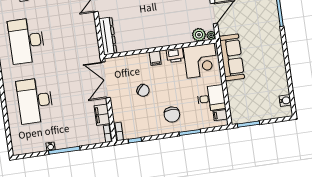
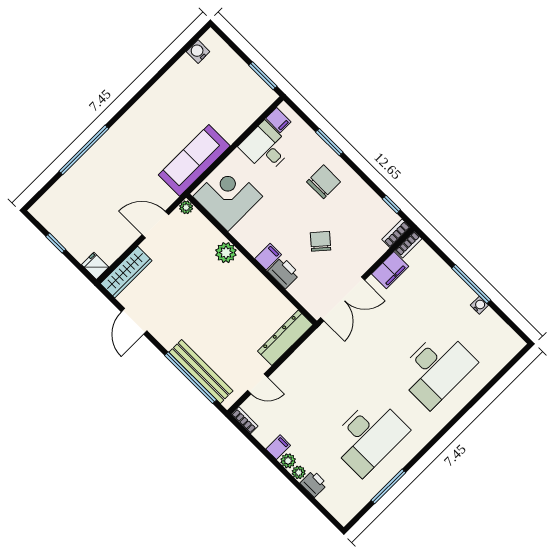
plant: (199, 35) -> (226, 253), moved
printer: (175, 55) -> (284, 273), moved

